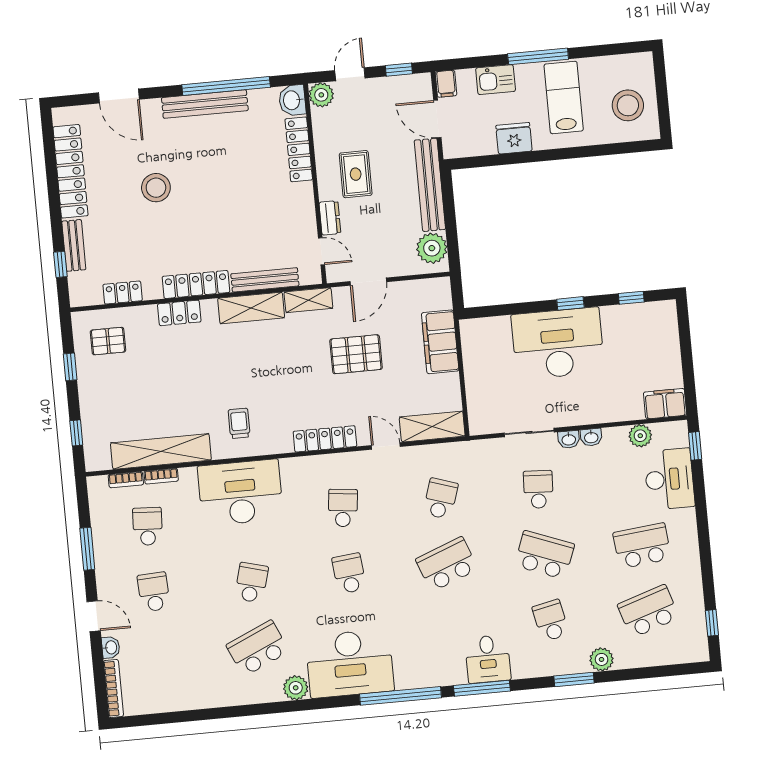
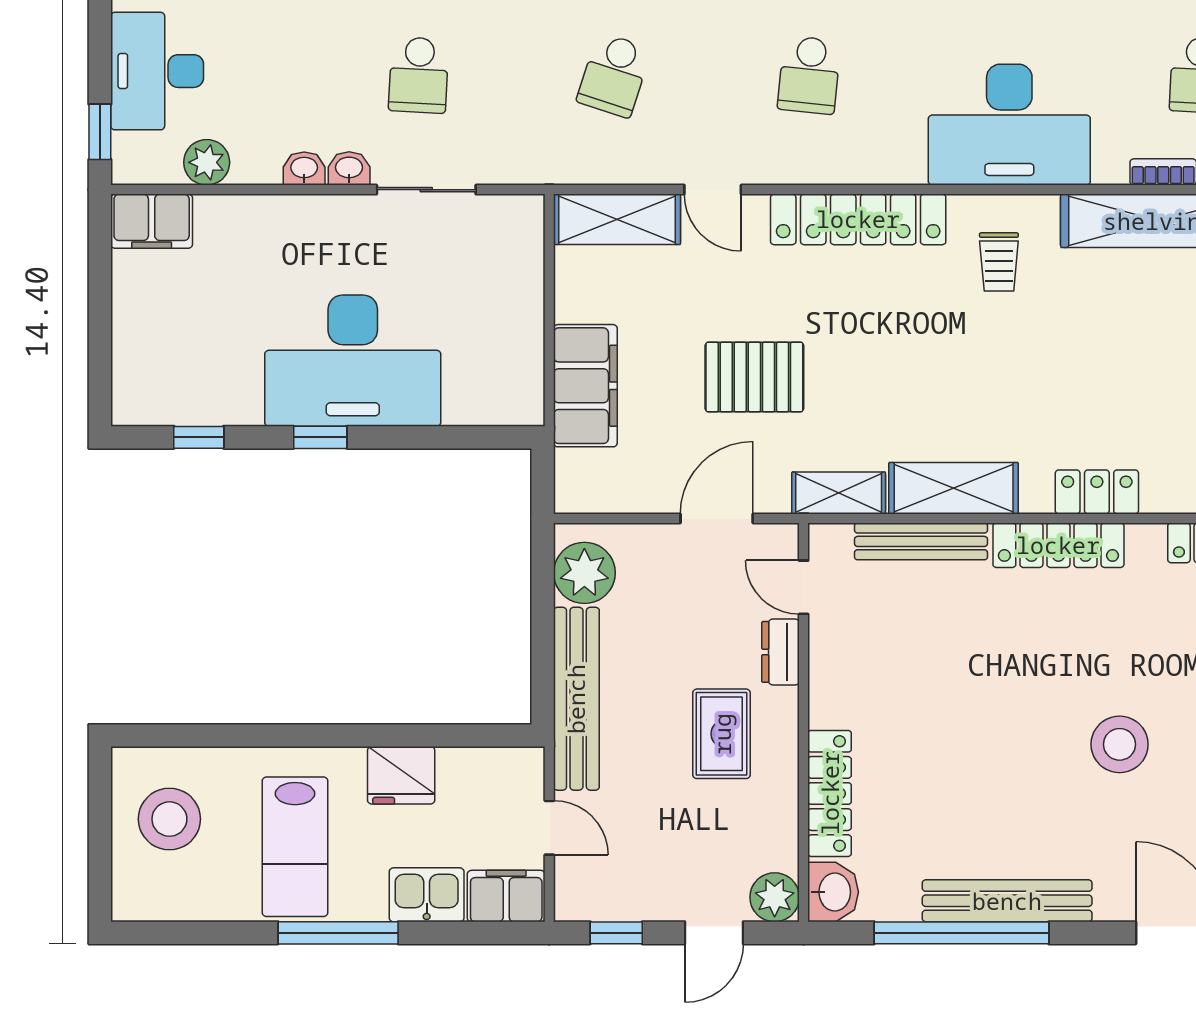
filing cabinet: (446, 84) -> (506, 896), width x2.00
door: (437, 119) -> (549, 828), width x0.73
locker: (325, 439) -> (858, 219), width x1.41, depth x1.21

